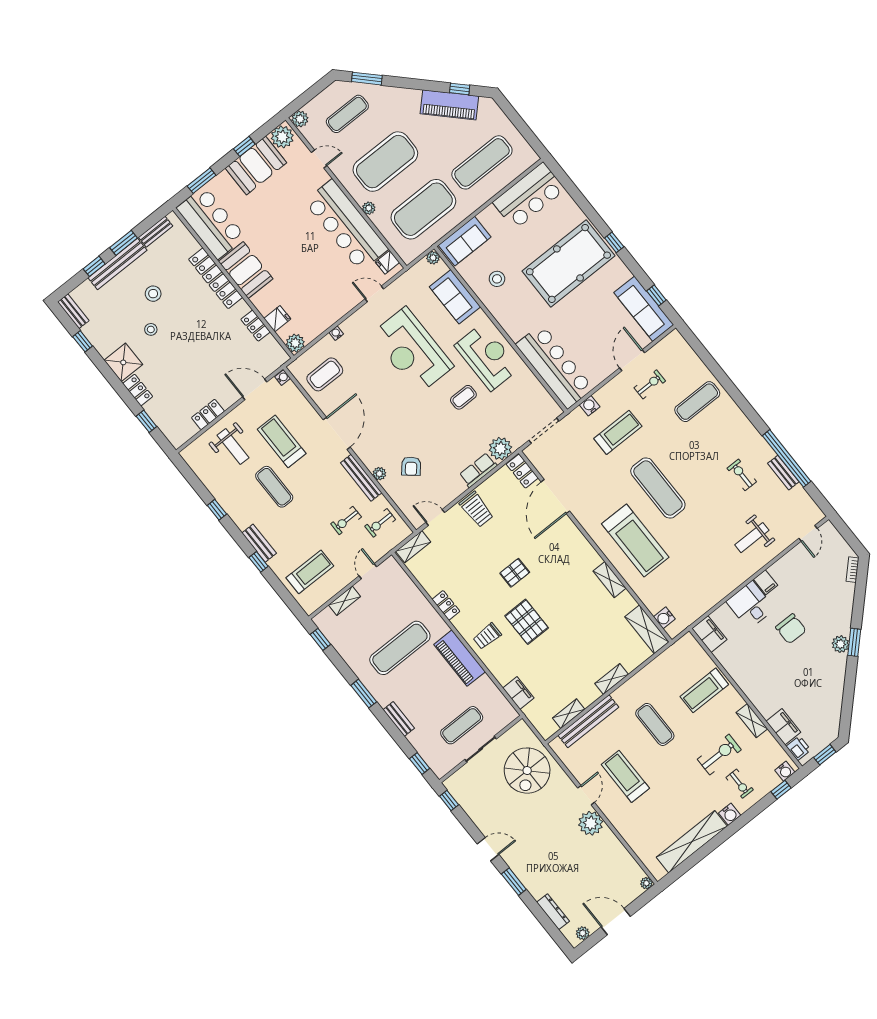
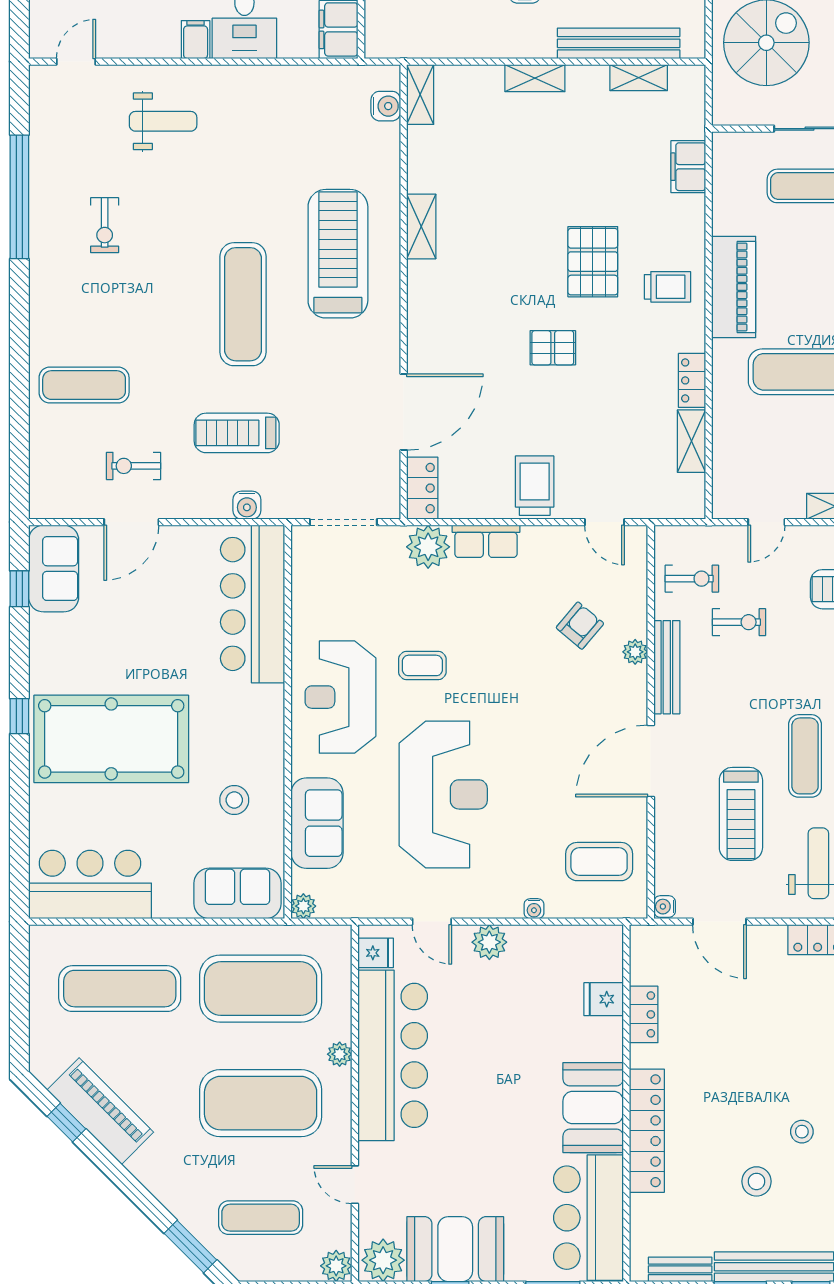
sofa: (644, 309) -> (54, 569), width x0.73
plant: (295, 343) -> (489, 942), moved
bench: (783, 473) -> (41, 180), removed
shelving: (413, 547) -> (692, 441), moved, turned 90
shelving: (647, 629) -> (420, 95), width x0.67, depth x0.75

